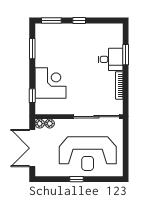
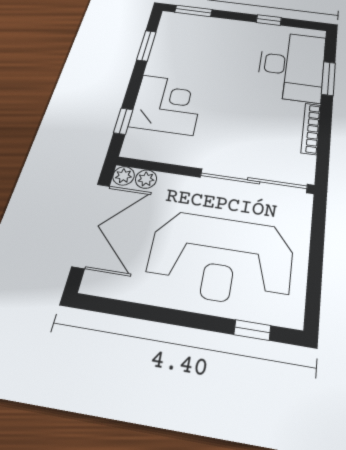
window: (79, 21) -> (269, 20), moved
desk: (111, 59) -> (292, 66), width x1.87, depth x1.30
double door: (32, 148) -> (91, 225), swing flipped
window: (76, 179) -> (252, 330), moved

